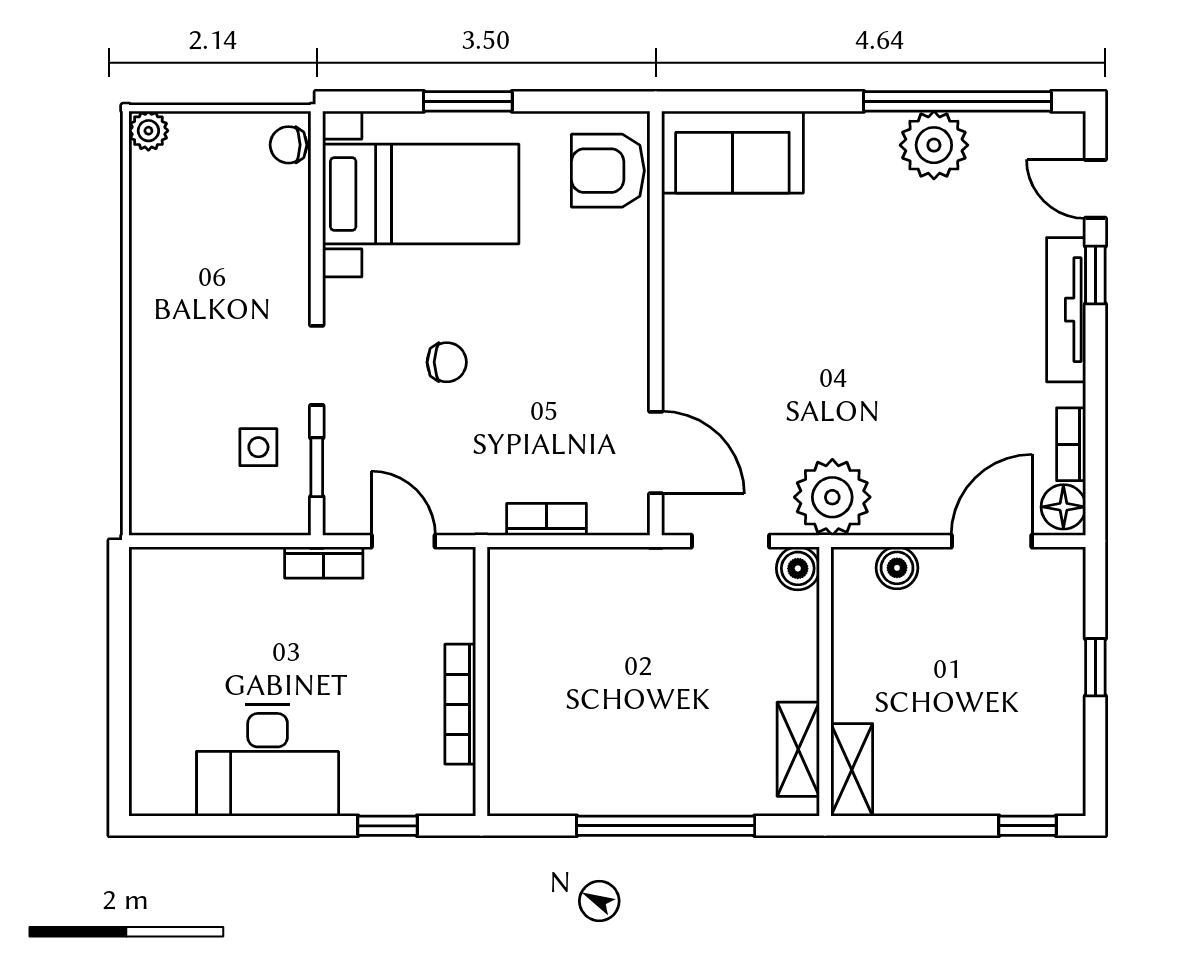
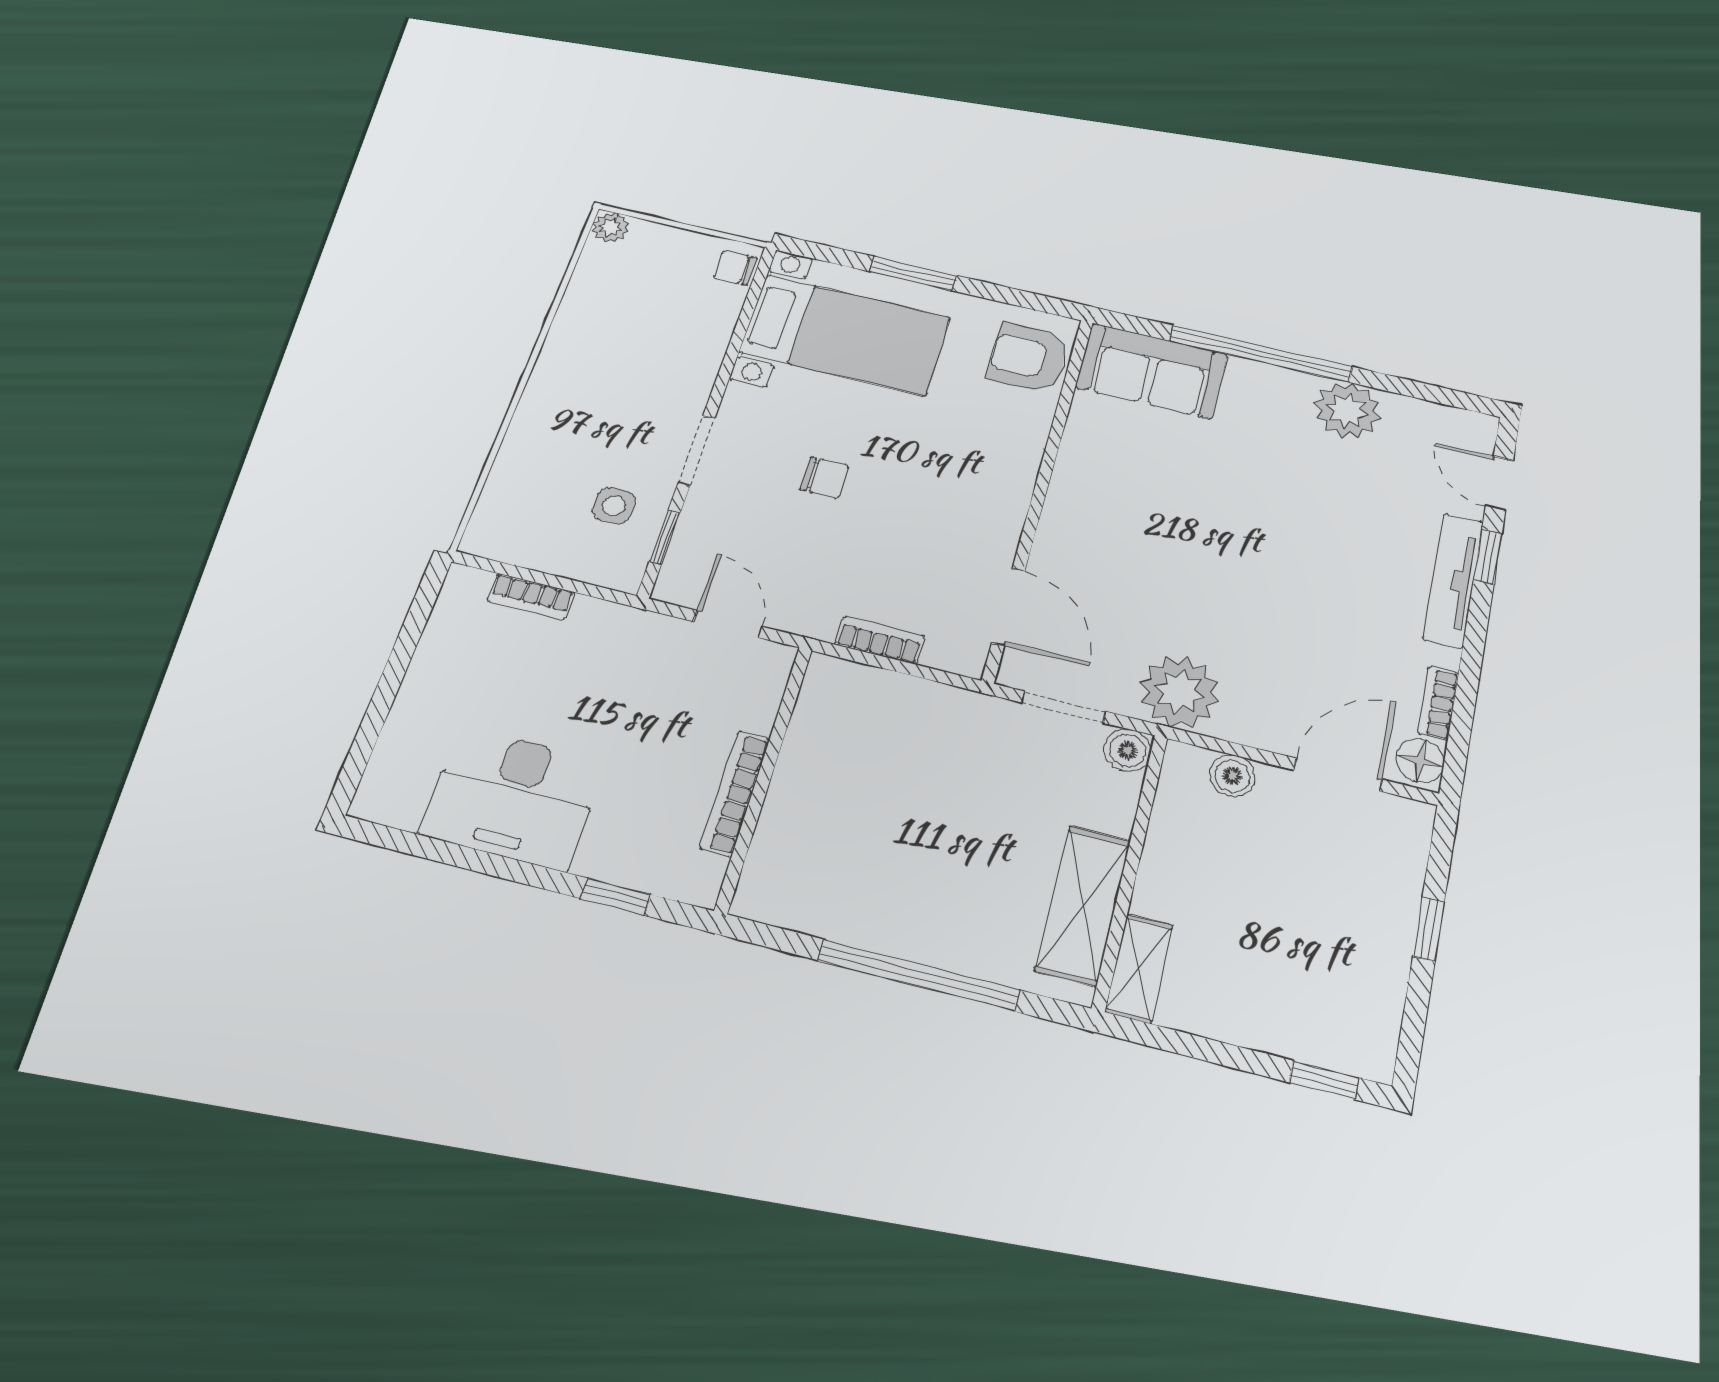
window: (957, 101) -> (1261, 354), moved
bookcase: (324, 563) -> (531, 597), moved
shelving: (798, 749) -> (1083, 905), width x1.50, depth x1.33

